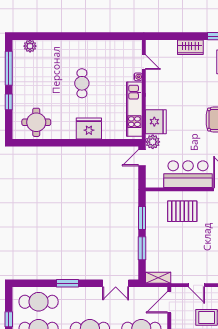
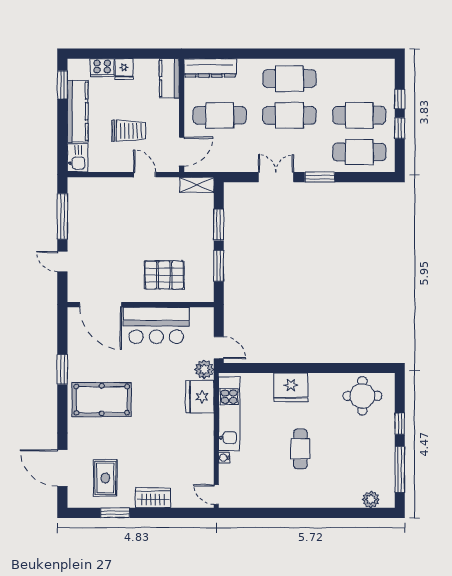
door: (144, 62) -> (216, 494), moved
door: (142, 158) -> (219, 348), hinge flipped
double door: (116, 283) -> (276, 177), moved

